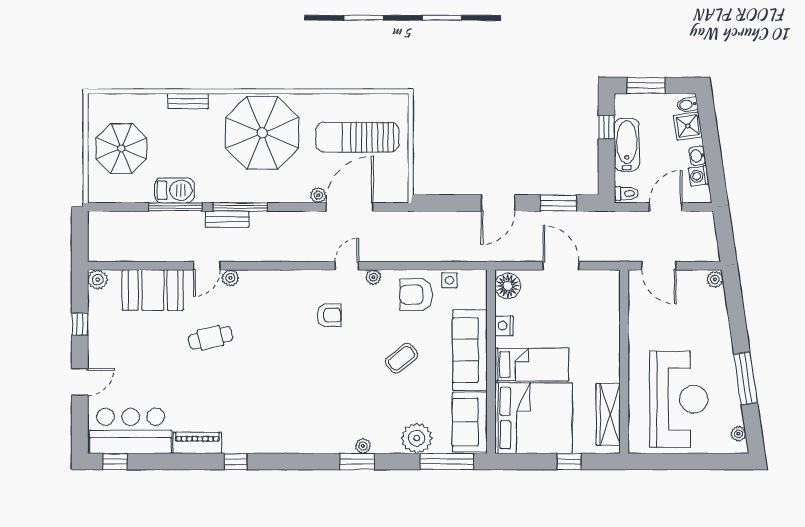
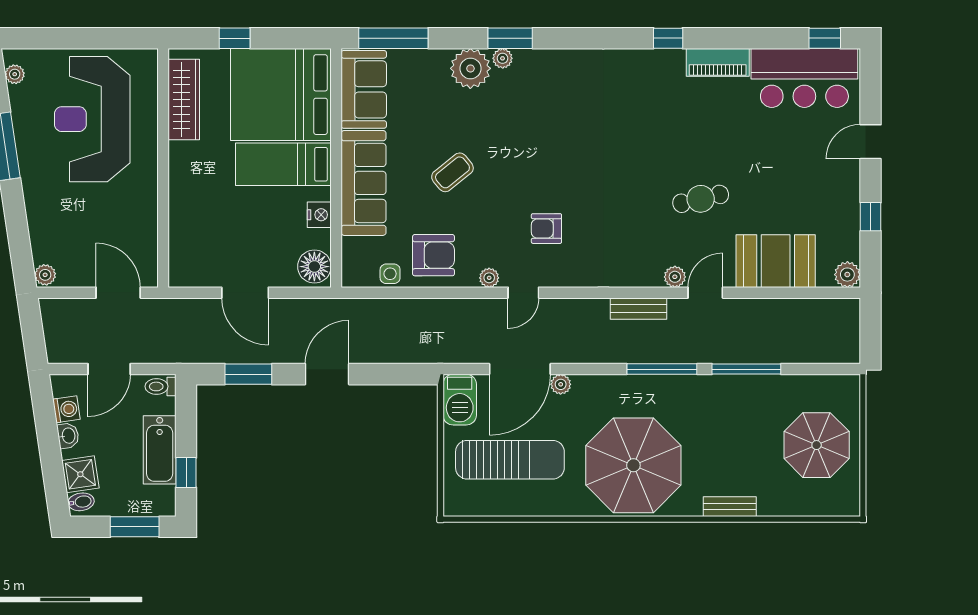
barbecue: (175, 190) -> (460, 400), moved, turned -90
bench: (227, 219) -> (639, 309), moved
plant: (417, 438) -> (470, 68), moved

